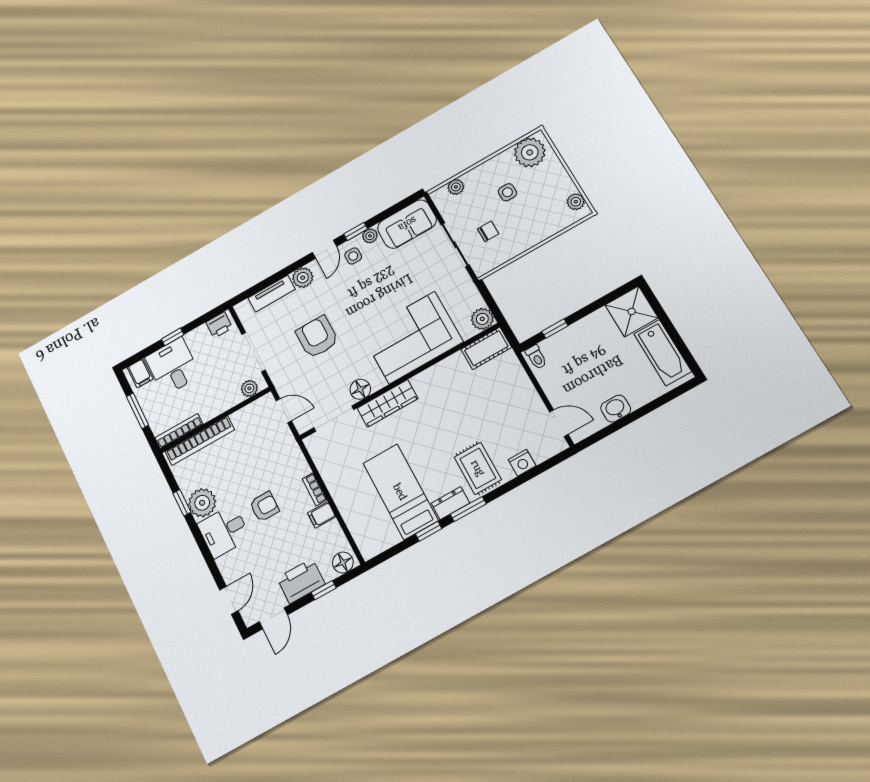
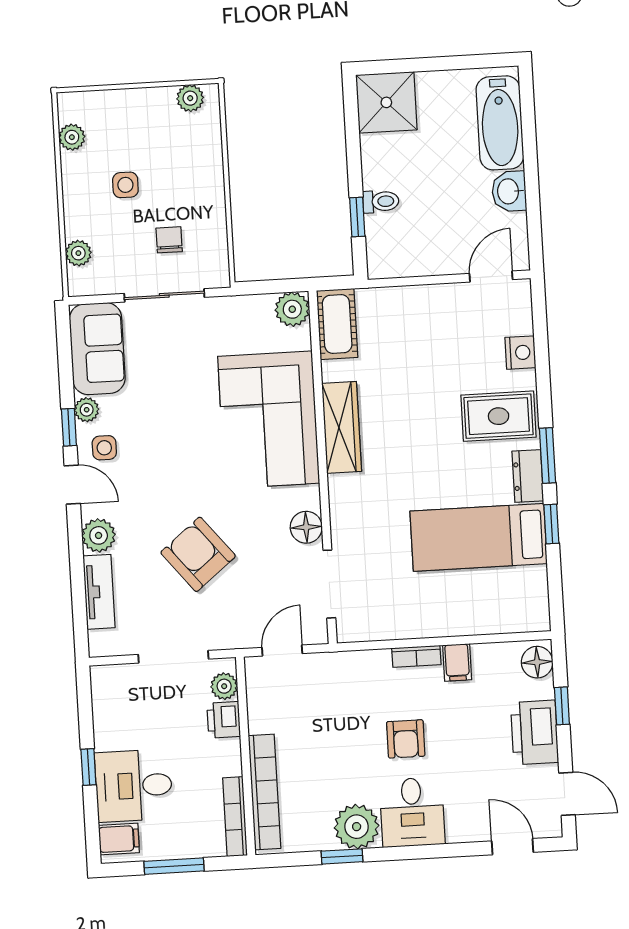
plant: (530, 152) -> (72, 137), width x0.53, depth x0.53
printer: (219, 325) -> (224, 720), moved, turned 180
armchair: (317, 337) -> (198, 554), turned 51
bathtub: (663, 353) -> (500, 123), moved, turned 90
toilet: (536, 357) -> (381, 201), moved
wardrobe: (388, 403) -> (342, 427), moved
armchair: (264, 507) -> (406, 739), turned 180

